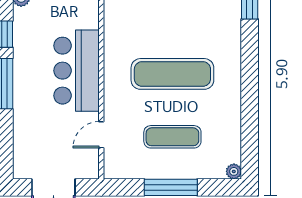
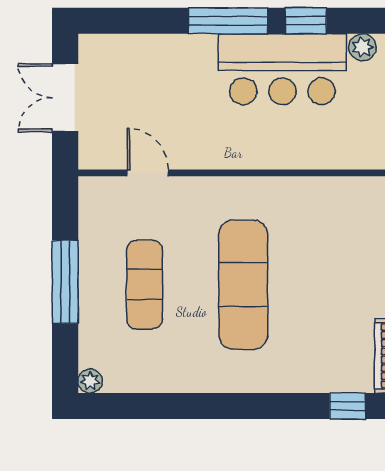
bar counter: (77, 71) -> (282, 69), moved, turned 180

